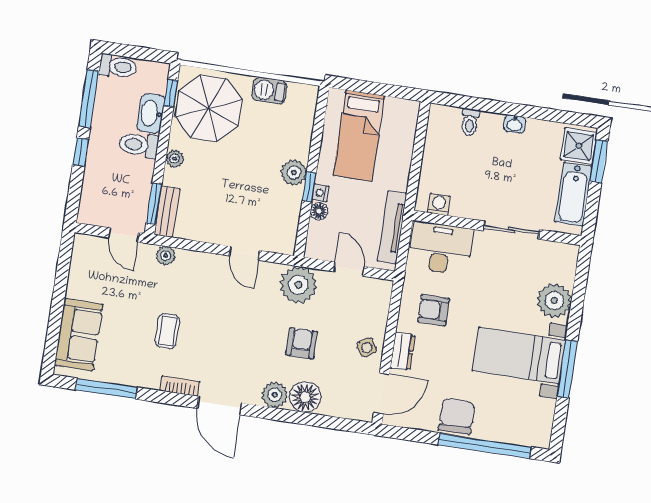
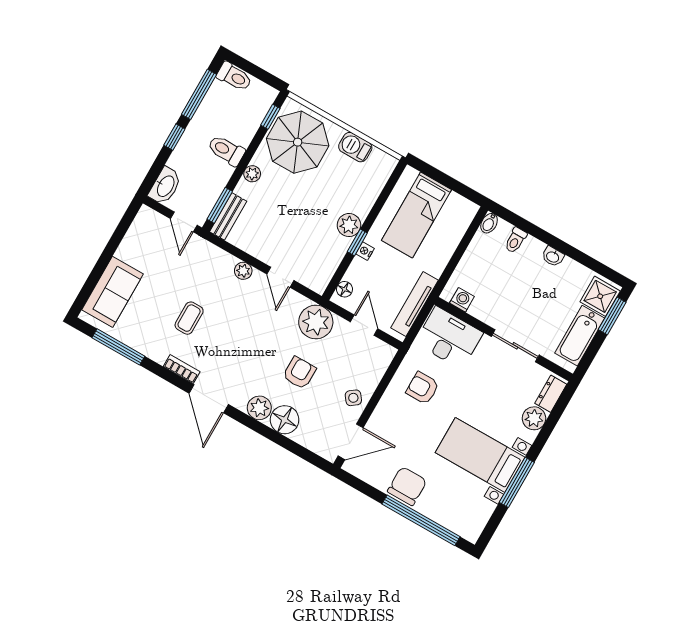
washbasin: (151, 113) -> (165, 186), moved, turned 180
bidet: (436, 115) -> (489, 223), added
floor lamp: (319, 211) -> (344, 289), moved
plant: (166, 256) -> (243, 271), moved
plant: (554, 301) -> (534, 418), width x0.73, depth x0.73
dresser: (403, 351) -> (551, 394), moved, turned 180

